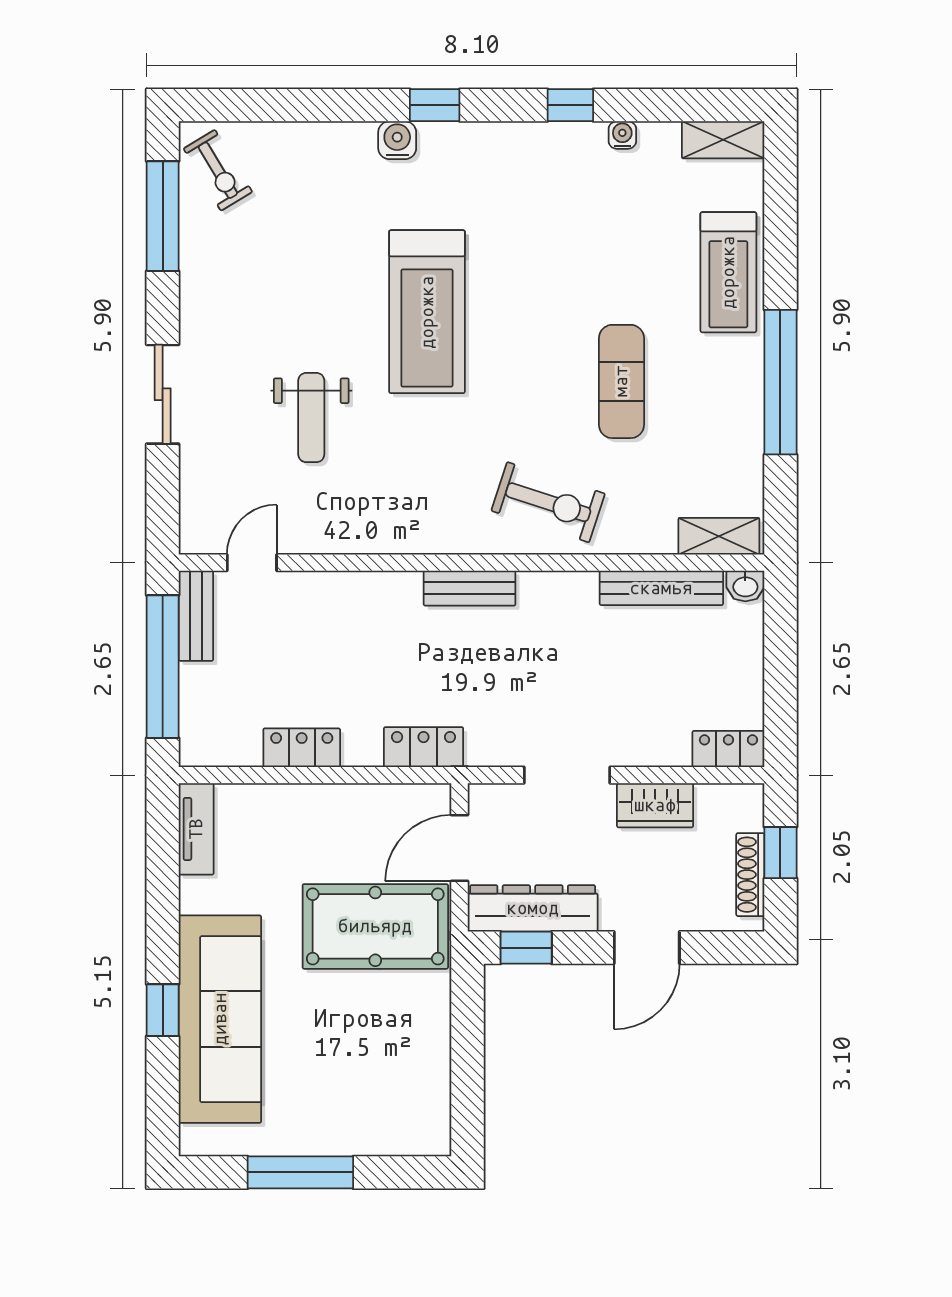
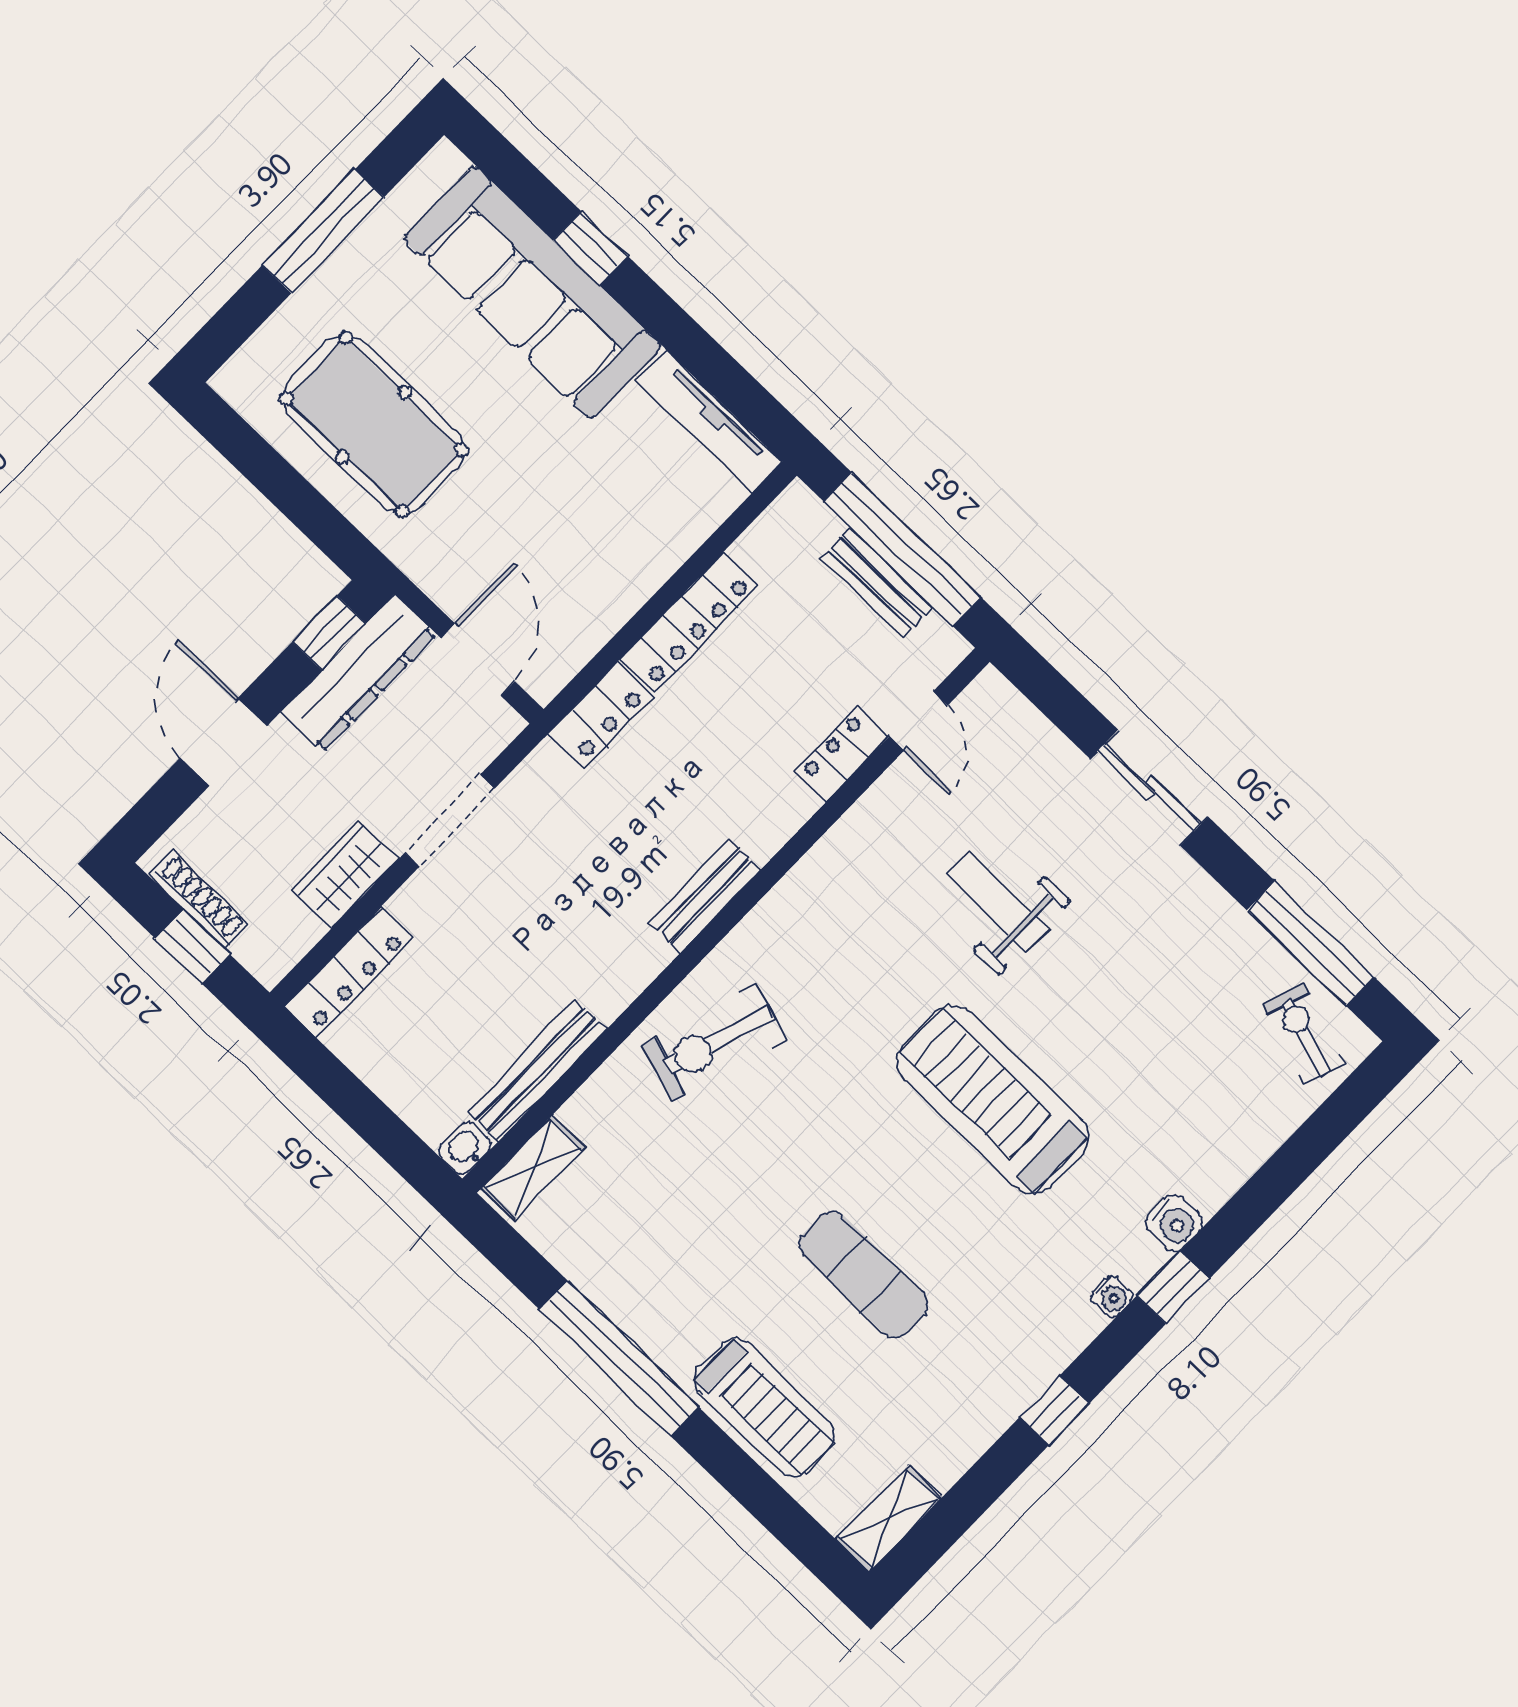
water cooler: (622, 135) -> (1112, 1297), moved
exercise bike: (218, 170) -> (1304, 1034), turned 49
treadmill: (728, 272) -> (764, 1407), turned 180
exercise mat: (621, 381) -> (864, 1274), moved
locker: (313, 589) -> (841, 754), added
bench: (196, 616) -> (877, 583), moved
locker: (302, 748) -> (689, 623), width x1.53
locker: (728, 749) -> (349, 973), width x1.53
tv unit: (196, 829) -> (709, 421), width x1.41
pool table: (375, 926) -> (374, 424), moved, turned 90

